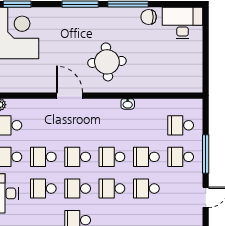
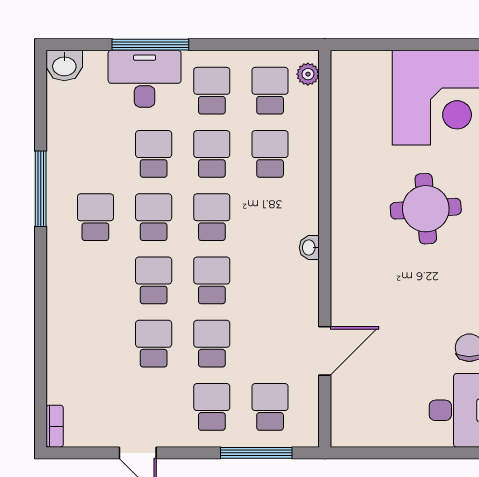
round table: (107, 62) -> (426, 209), moved
door: (70, 96) -> (325, 351), moved
washbasin: (128, 104) -> (309, 248), moved
school desk: (43, 125) -> (270, 154), added
window: (206, 154) -> (256, 453), moved

